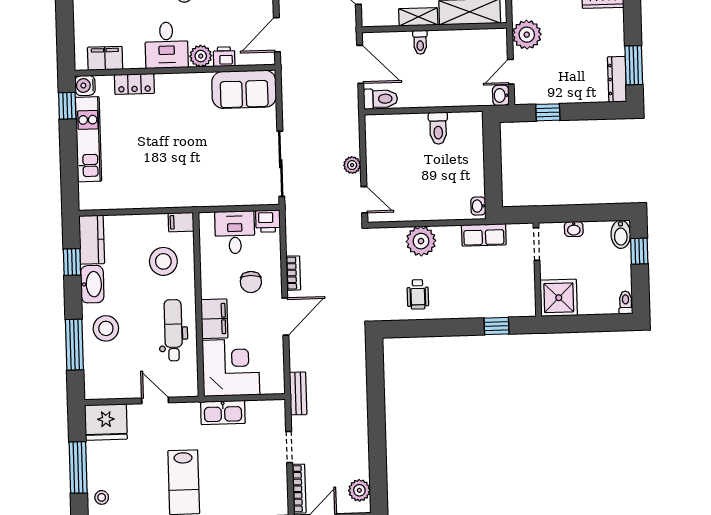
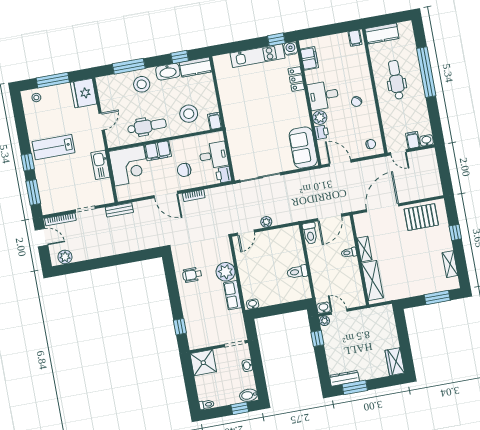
plant: (527, 35) -> (325, 321), moved, width x0.53, depth x0.53
row of seats: (484, 235) -> (233, 295), moved

